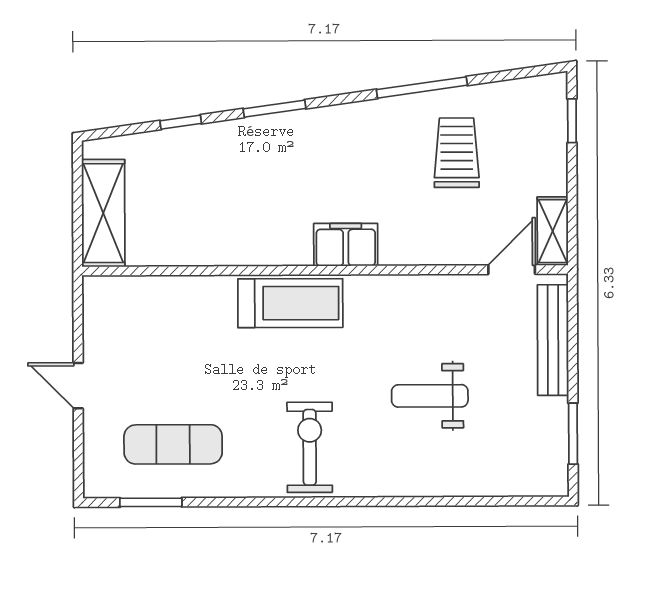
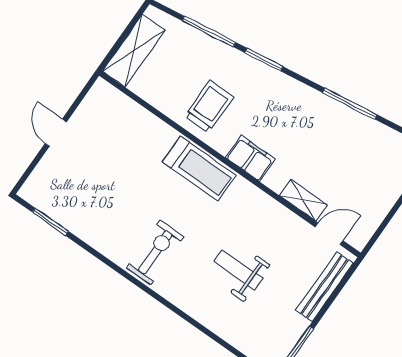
window: (181, 122) -> (209, 31), width x2.17
trolley: (457, 153) -> (209, 107), moved
shelving: (553, 231) -> (303, 200), moved, turned 90
exercise mat: (173, 444) -> (84, 199), removed

